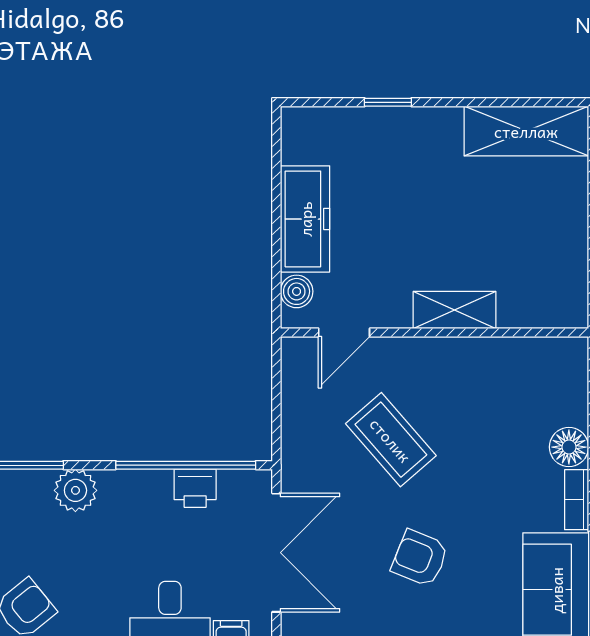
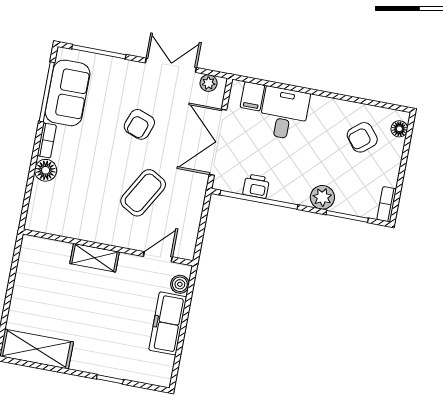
coffee table: (391, 440) -> (143, 193), turned 71
armchair: (420, 558) -> (139, 124), turned 88

